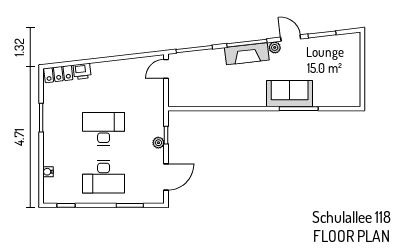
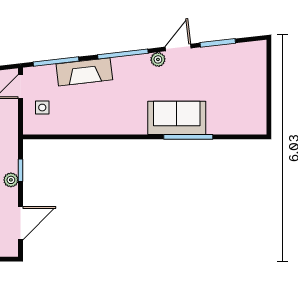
door: (291, 38) -> (178, 48), hinge flipped
fireplace: (247, 54) -> (84, 72), moved
side table: (183, 85) -> (42, 108), added

